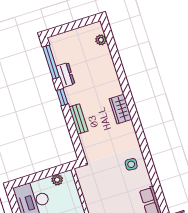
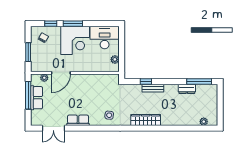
window: (62, 97) -> (146, 82), moved
wardrobe: (120, 109) -> (146, 120), width x1.50

